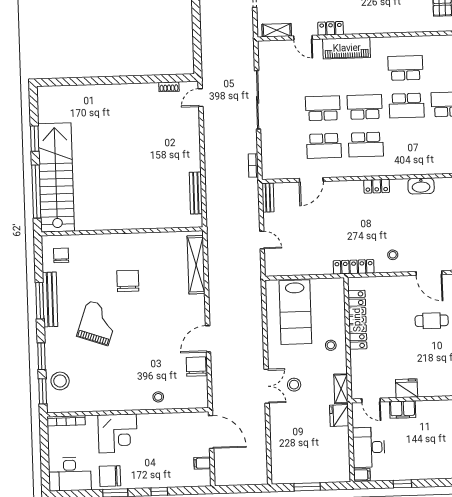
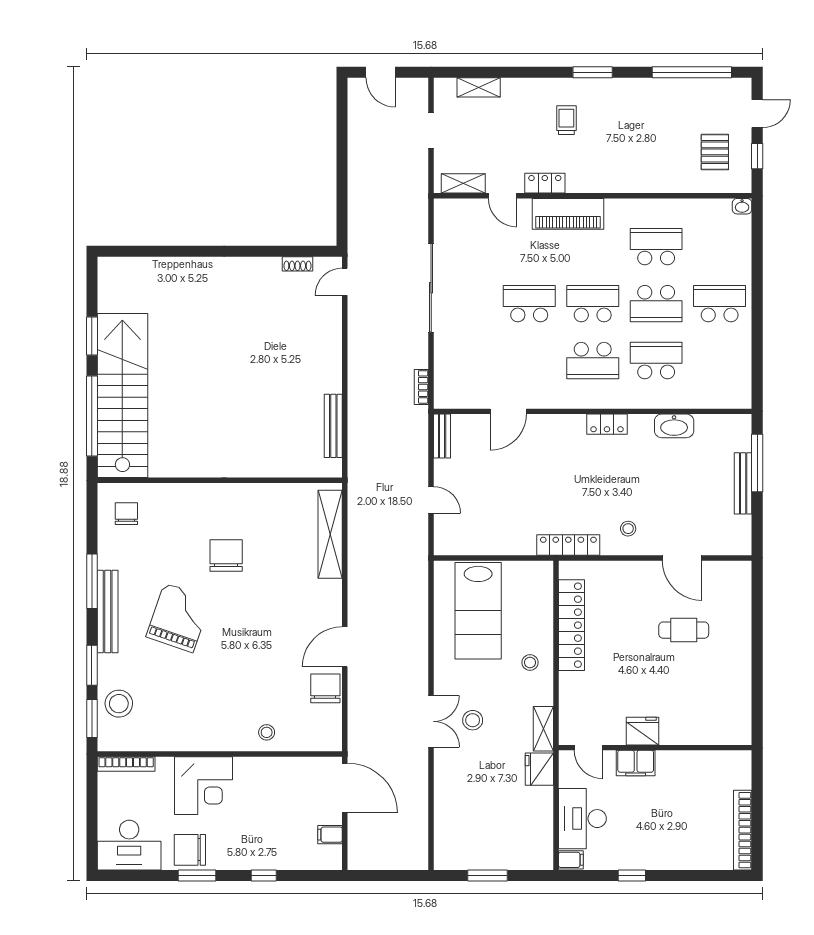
school desk: (324, 146) -> (656, 361), moved, turned 180
bench: (50, 299) -> (108, 612), moved

